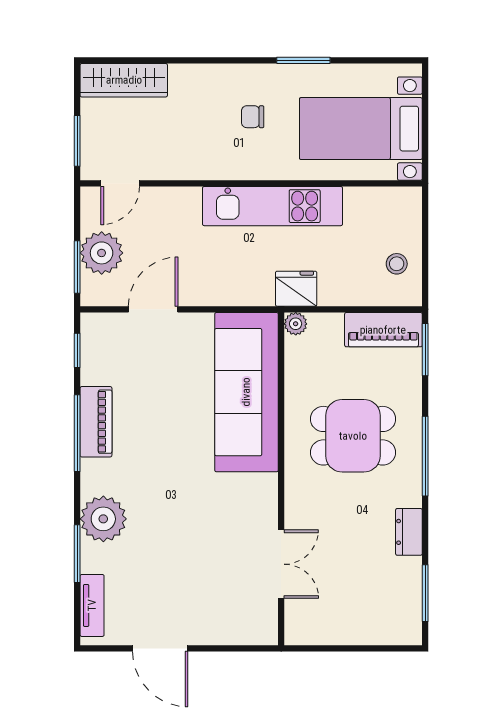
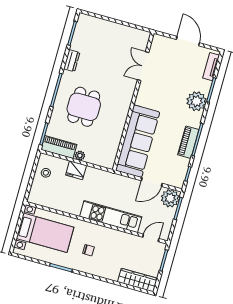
kitchen unit: (272, 206) -> (111, 217), moved
plant: (102, 253) -> (170, 198), moved
fridge: (296, 289) -> (76, 170), moved
plant: (296, 324) -> (80, 156), moved
sofa: (246, 392) -> (138, 141), moved
dining table: (353, 436) -> (84, 107), turned 90
wall: (281, 479) -> (133, 101), moved
double door: (281, 564) -> (143, 66), moved

